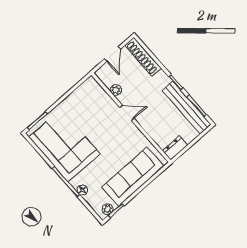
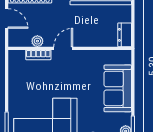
bookcase: (107, 99) -> (38, 55), added
sofa: (133, 177) -> (118, 88), width x0.73

